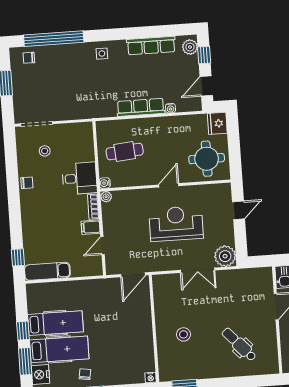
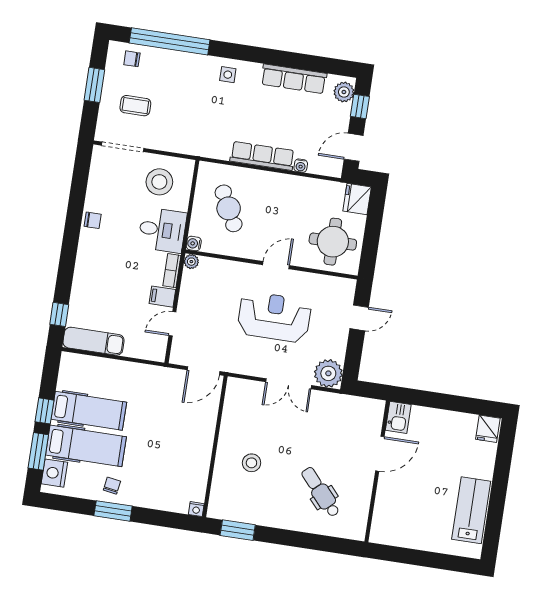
coffee table: (39, 92) -> (135, 106), added
stool: (45, 151) -> (159, 182), moved, width x1.89, depth x1.89
cafe table: (125, 152) -> (229, 208), turned 68

